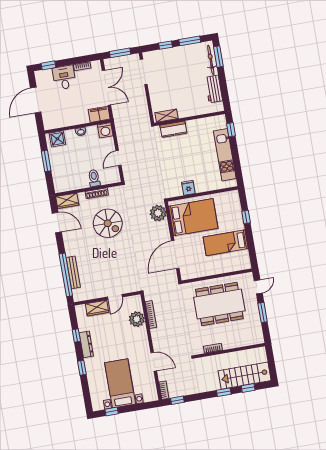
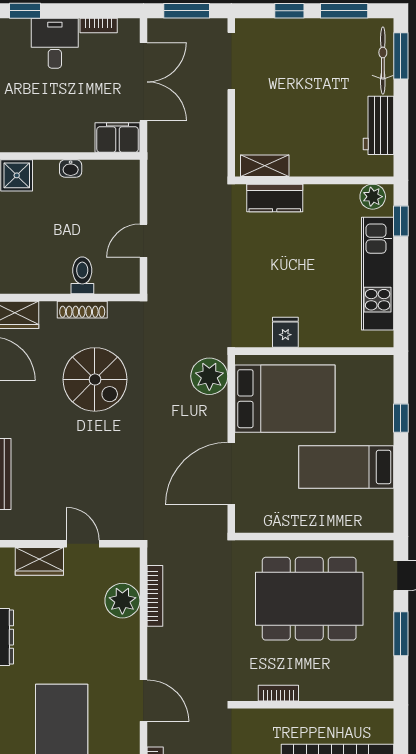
plant: (217, 121) -> (373, 197), added
washing machine: (105, 130) -> (125, 175), removed
door: (115, 297) -> (83, 544), swing flipped

